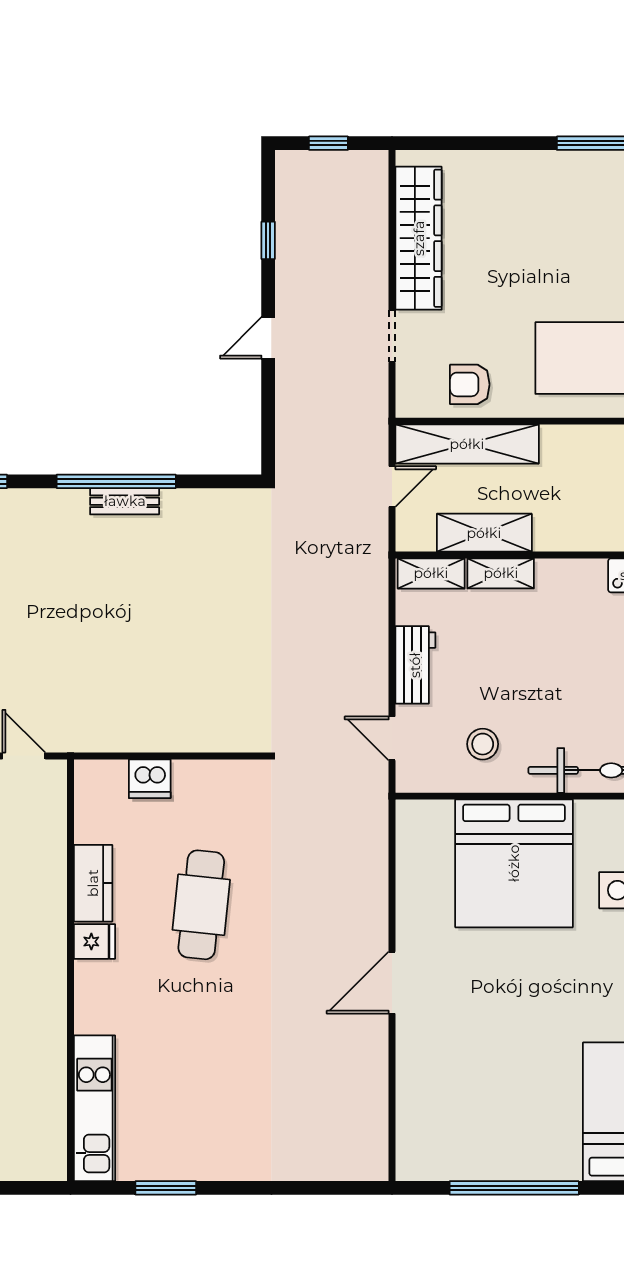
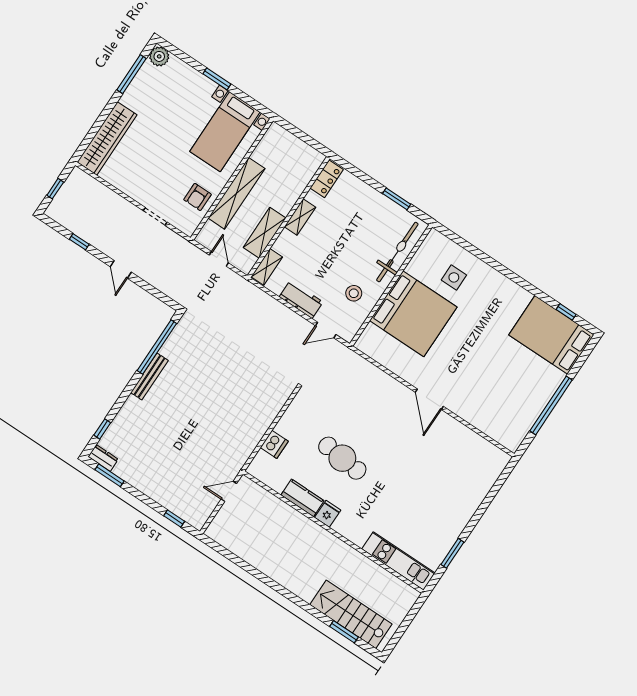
wardrobe: (419, 238) -> (107, 138), moved, turned 90
shelving: (467, 444) -> (236, 193), moved
window: (116, 481) -> (157, 347), moved
bench: (125, 501) -> (149, 376), width x1.36
shelving: (501, 573) -> (300, 217), moved

